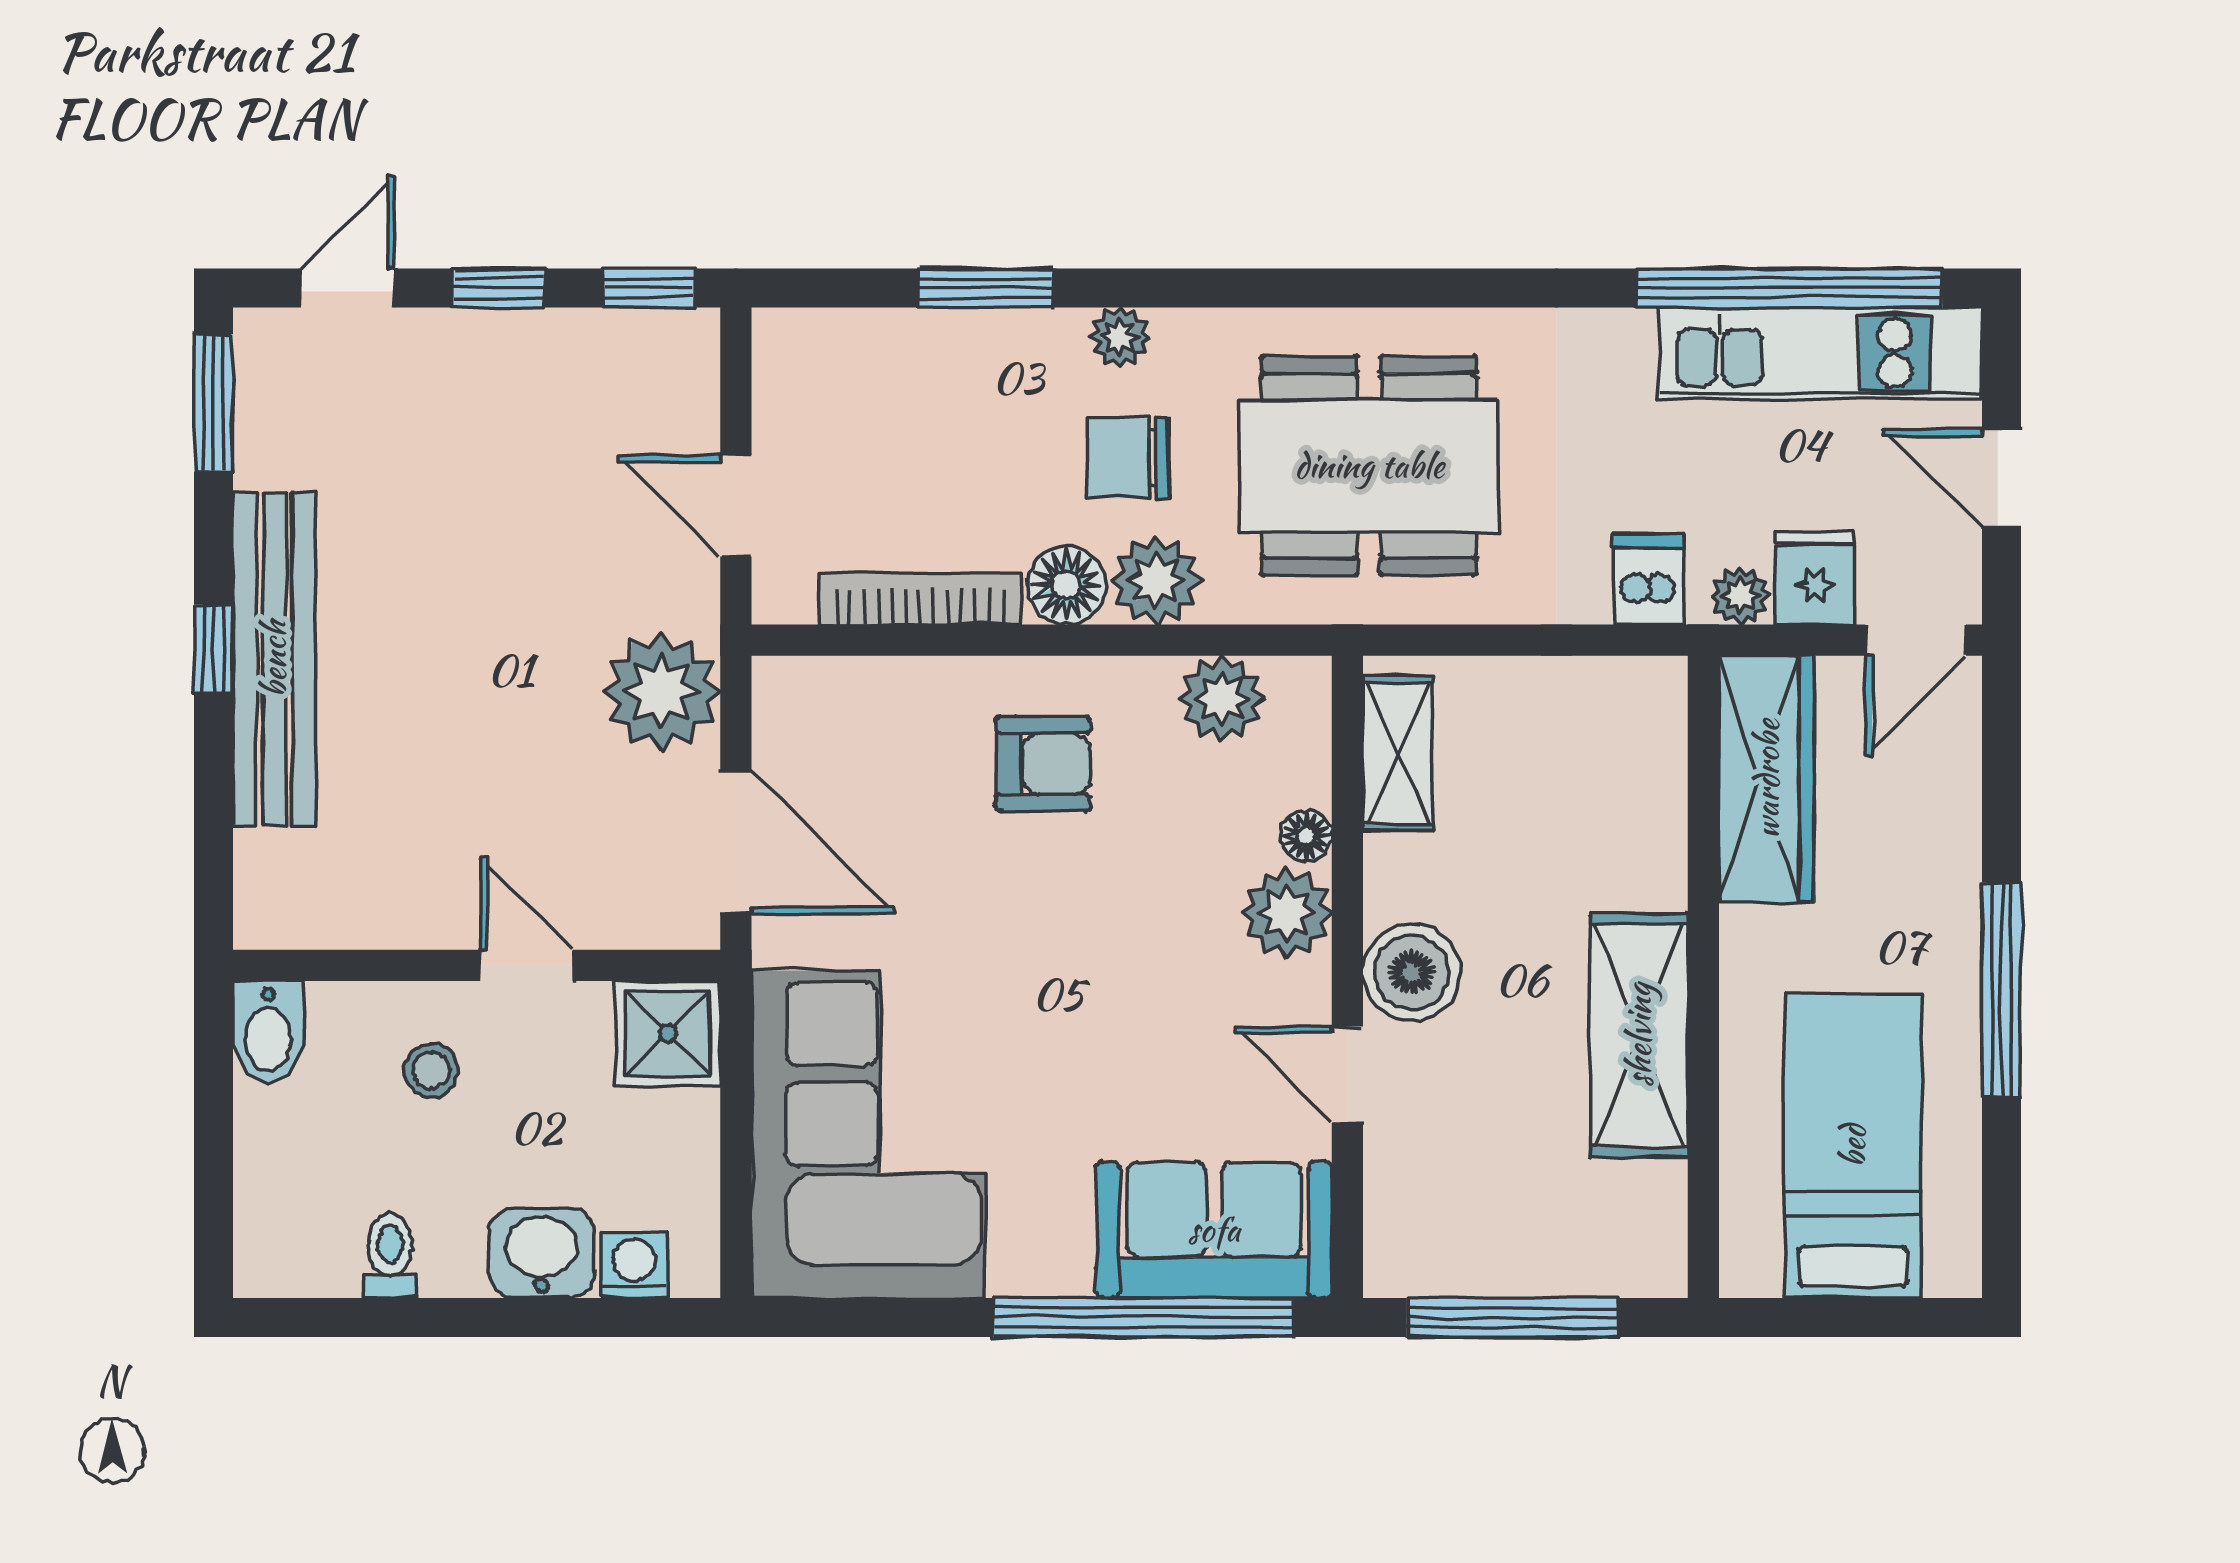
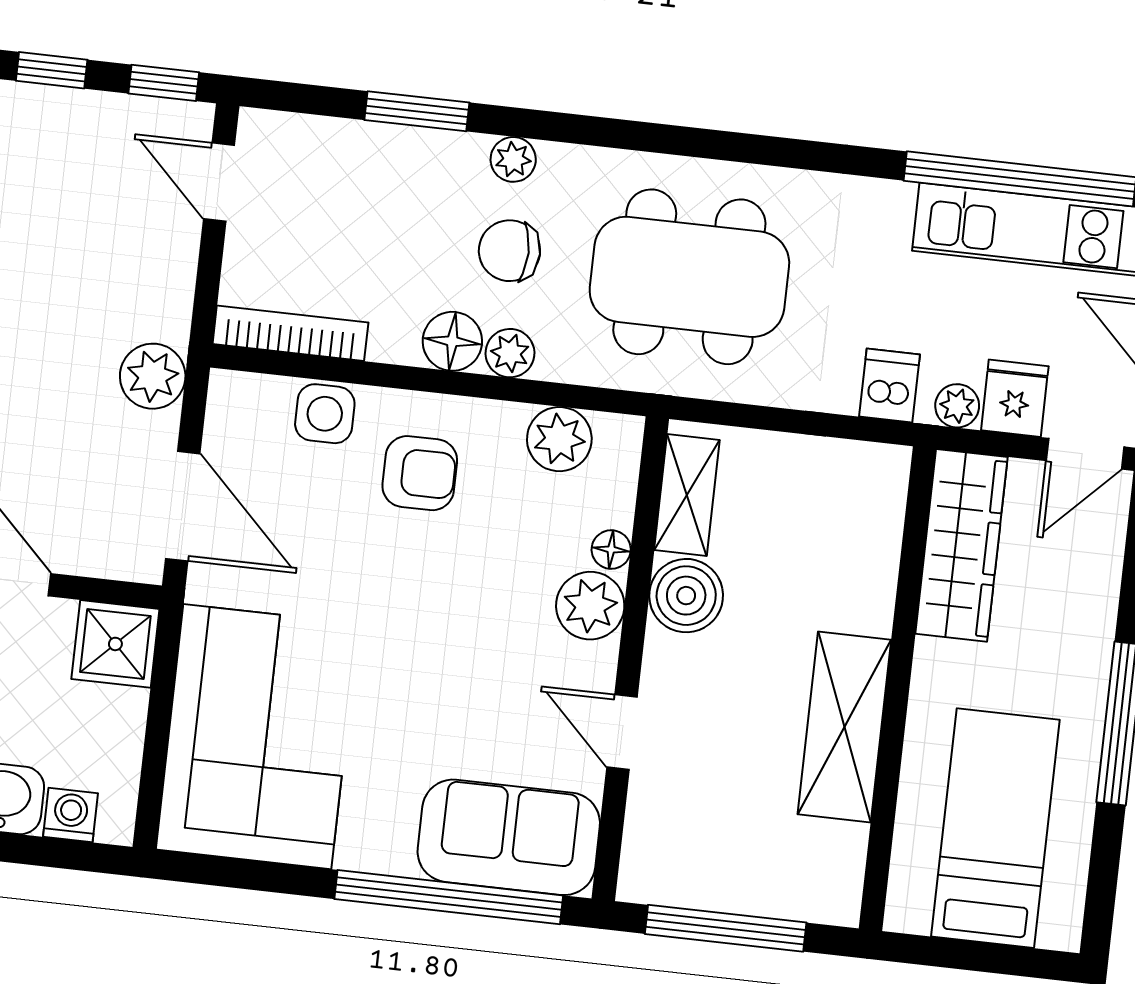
door: (736, 506) -> (219, 182), moved
plant: (1156, 580) -> (510, 353), width x0.73, depth x0.73
bookcase: (920, 599) -> (290, 333), moved
plant: (661, 691) -> (153, 376), width x0.73, depth x0.73
side table: (909, 700) -> (325, 414), added
boiler: (1412, 972) -> (686, 596), moved

